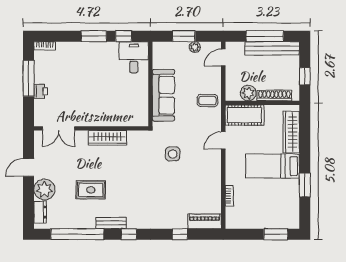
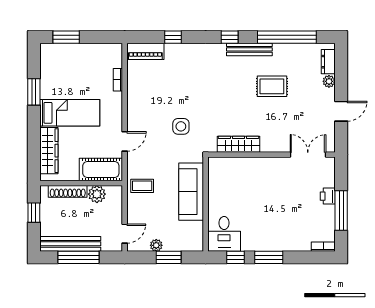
wardrobe: (107, 138) -> (238, 144), moved
plant: (44, 189) -> (329, 81), width x0.53, depth x0.53
bench: (111, 223) -> (249, 49), width x1.36

